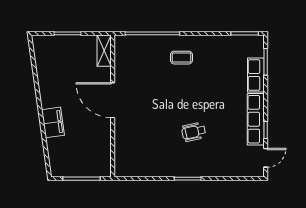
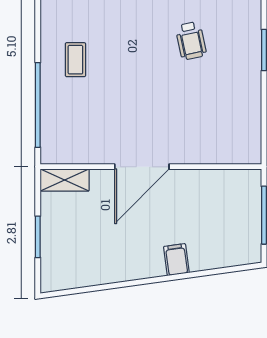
filing cabinet: (53, 122) -> (176, 260), width x0.50

